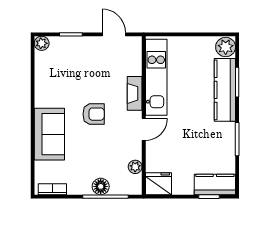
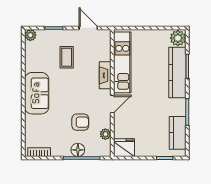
coffee table: (87, 71) -> (67, 57), added
armchair: (94, 114) -> (80, 122), moved
sofa: (49, 134) -> (37, 93), moved
kitchen counter: (215, 185) -> (178, 133), moved, turned -90

